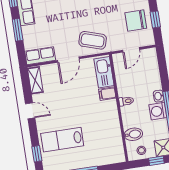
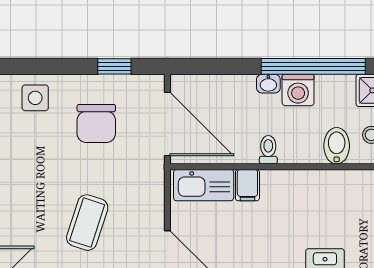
chair: (136, 21) -> (96, 123), moved
coffee table: (93, 40) -> (87, 223), moved
door: (131, 50) -> (167, 124), width x1.87

